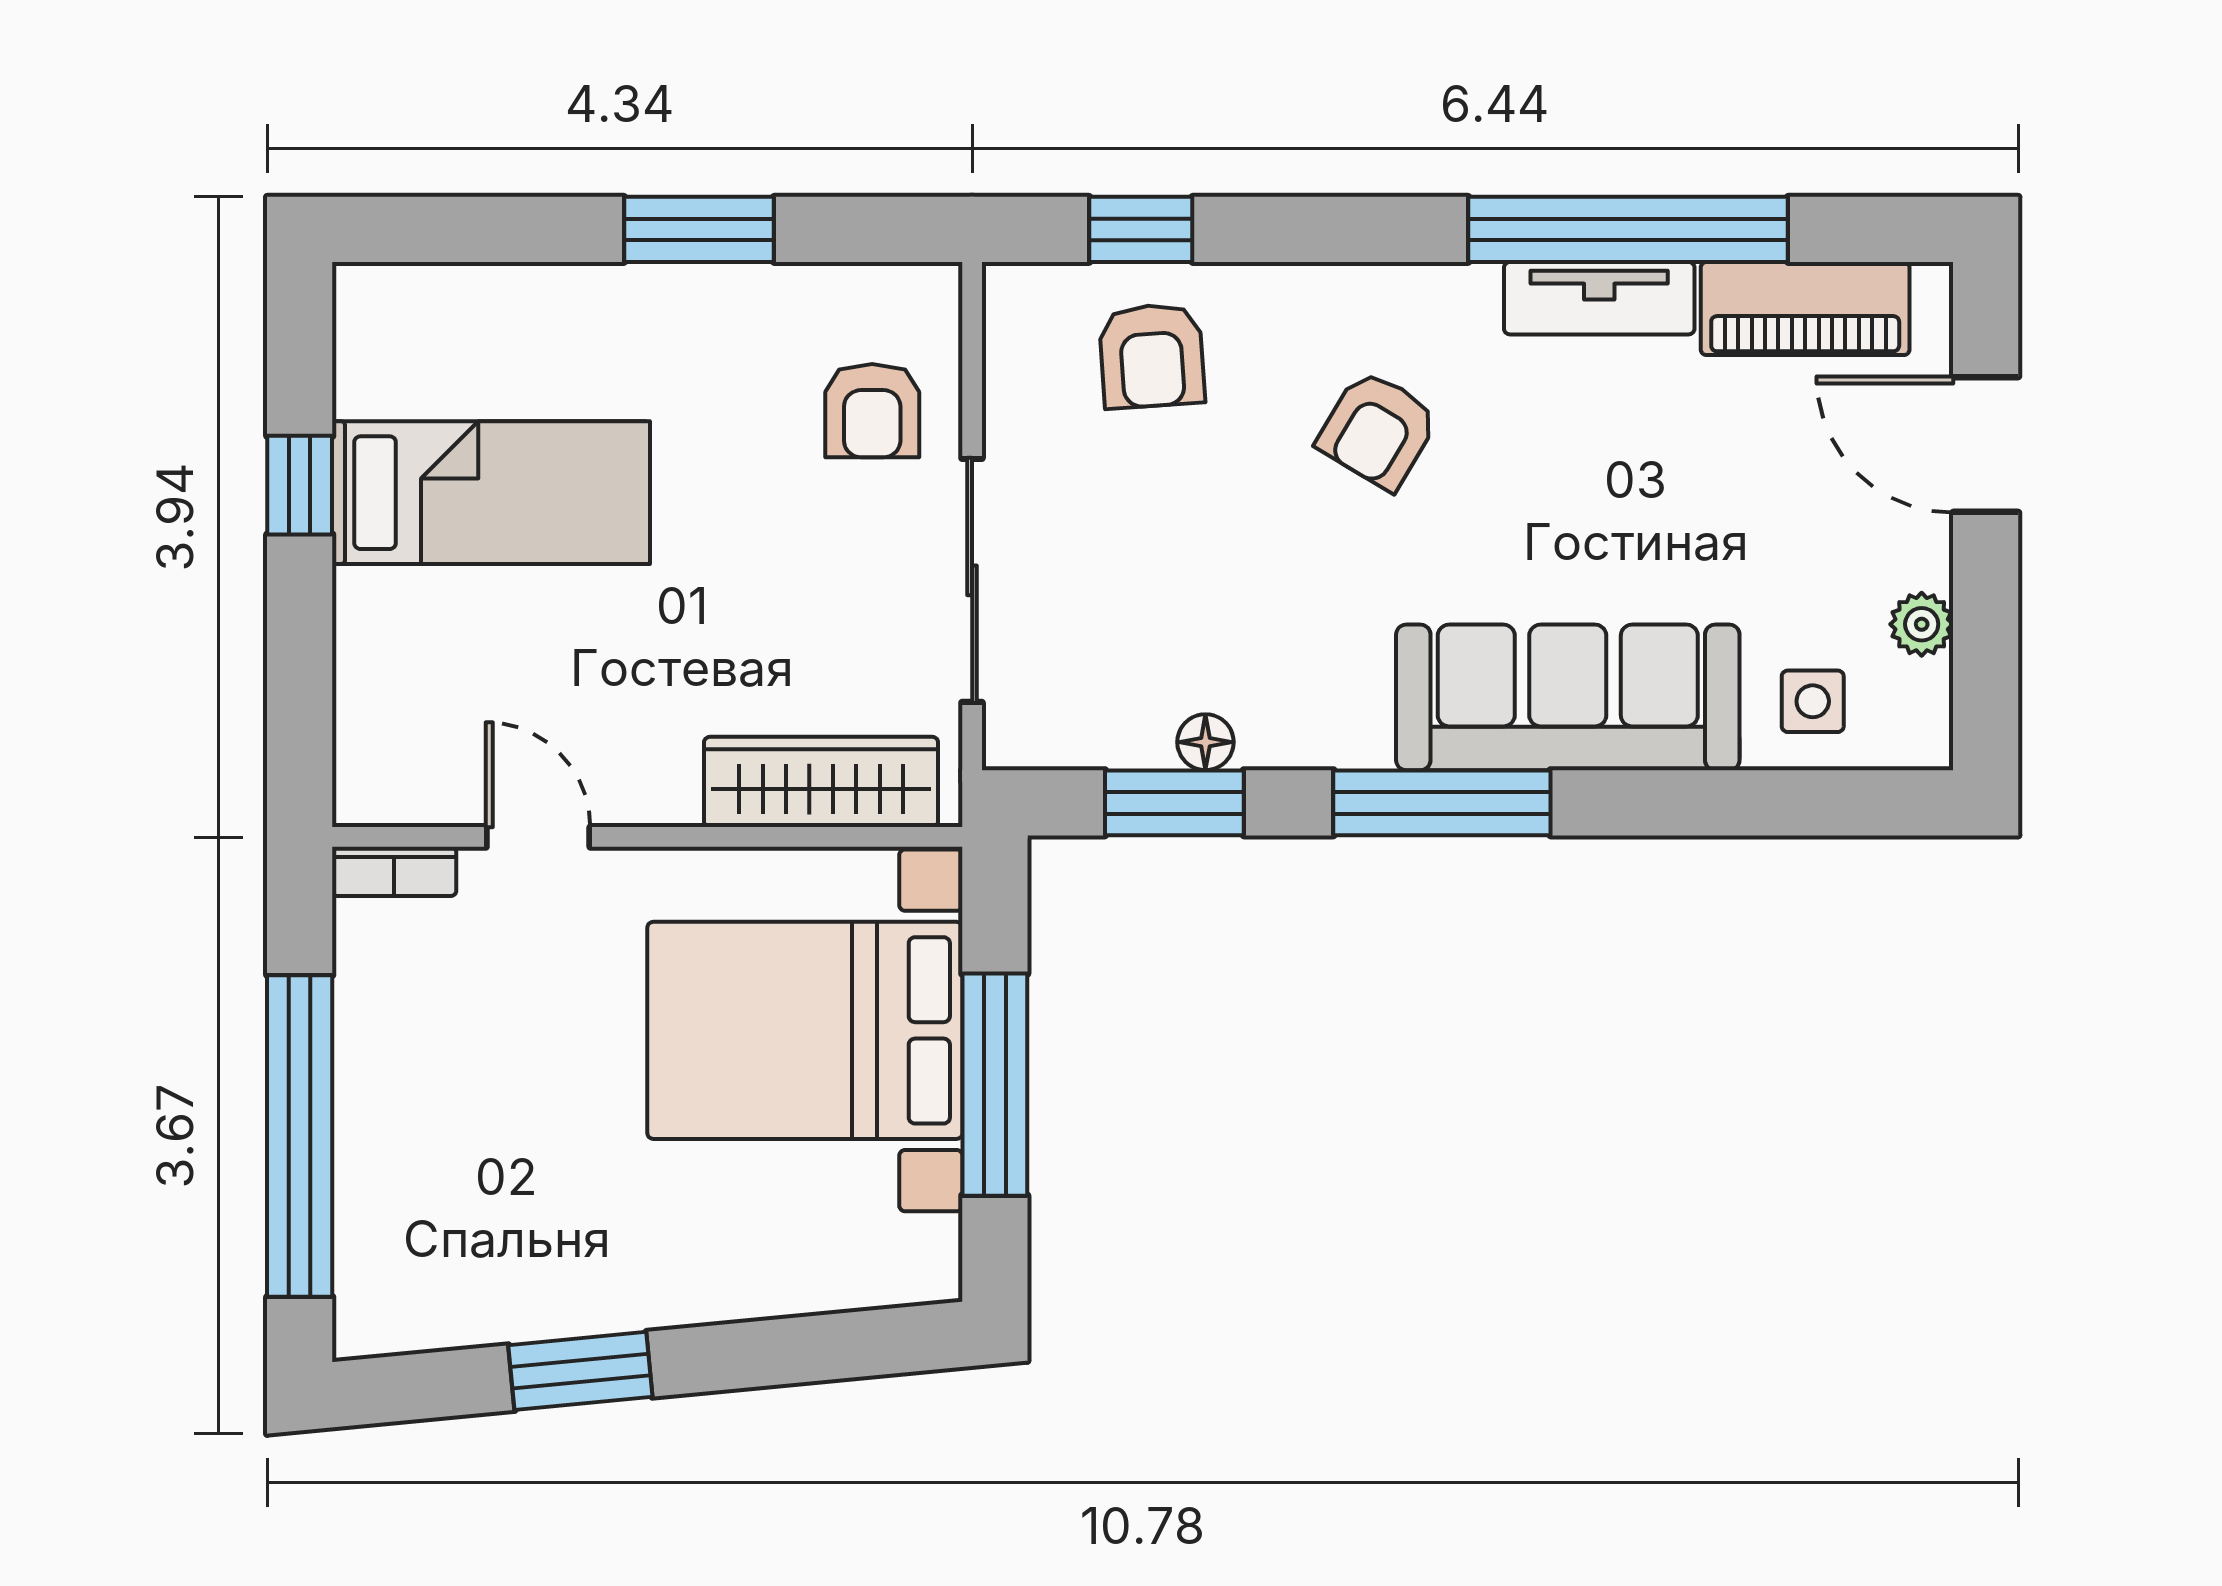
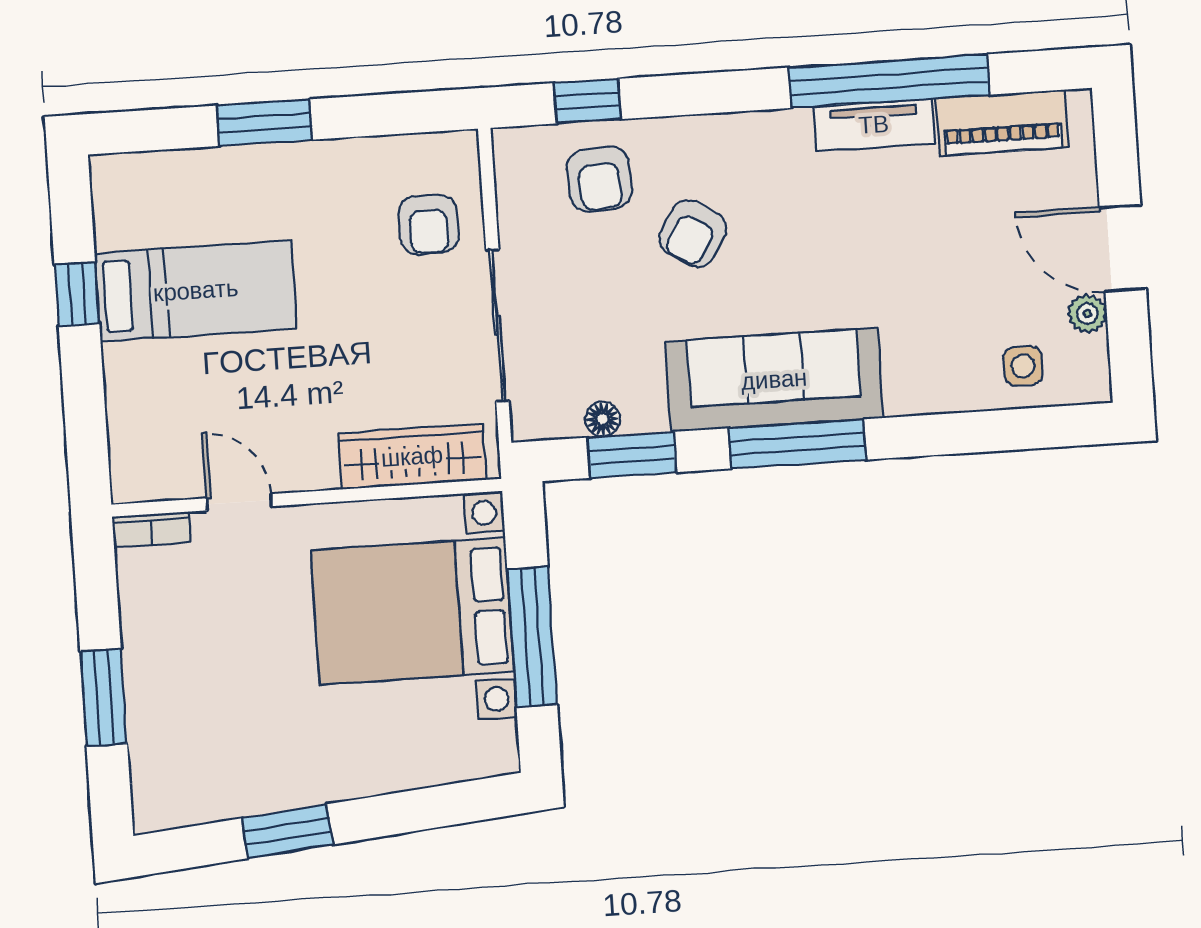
window: (699, 229) -> (265, 123), moved
armchair: (1378, 430) -> (693, 234), moved
door: (1986, 444) -> (1123, 248), moved
sofa: (1568, 697) -> (774, 380), moved
floor lamp: (1205, 742) -> (603, 419), moved
window: (300, 1136) -> (104, 697), width x0.47

